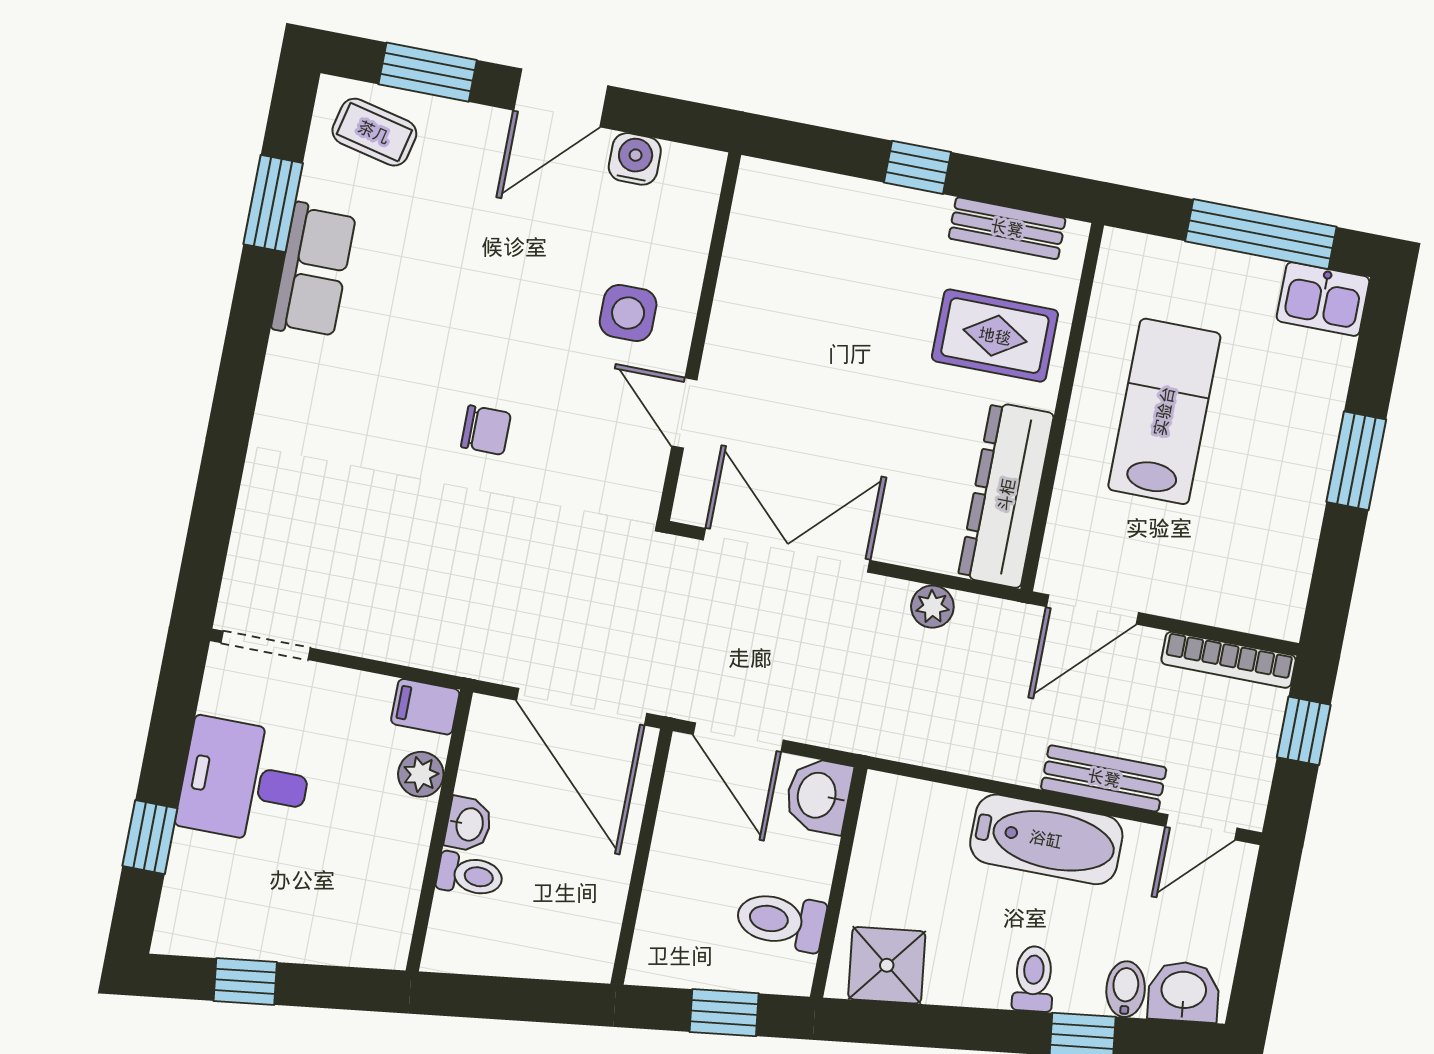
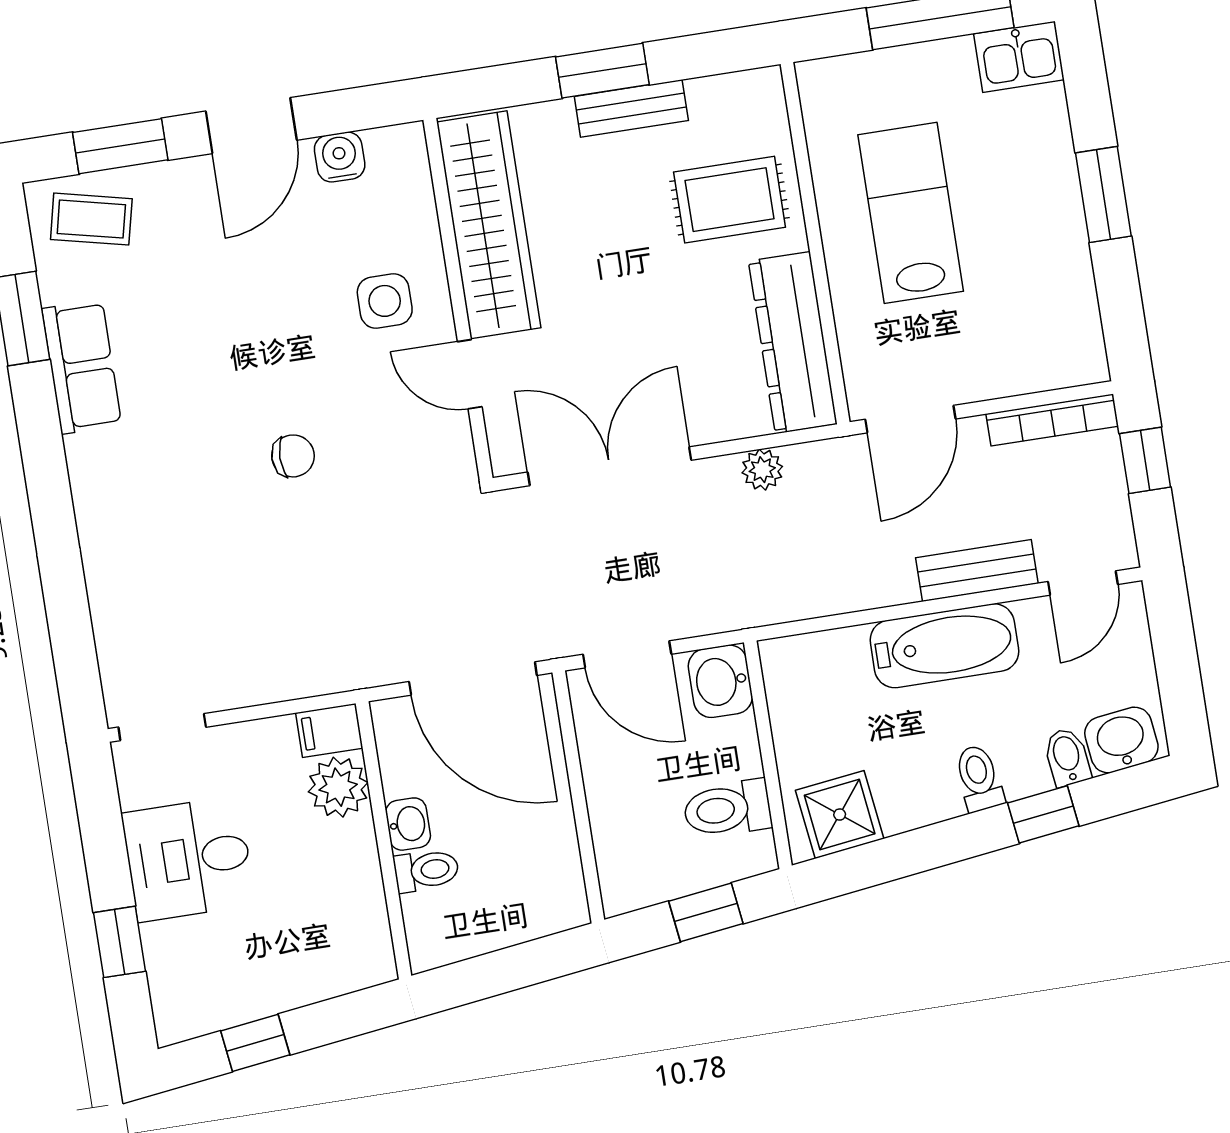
window: (918, 167) -> (602, 71), width x1.50
bench: (1007, 228) -> (631, 108), moved
wardrobe: (755, 276) -> (489, 225), added
plant: (421, 774) -> (338, 787), width x1.38, depth x1.38

